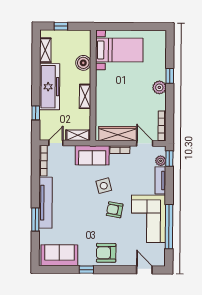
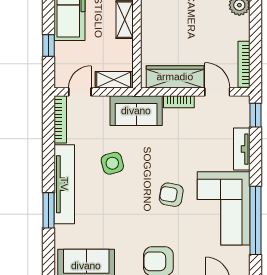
plant: (161, 161) -> (242, 118), removed
side table: (104, 186) -> (112, 163), moved

